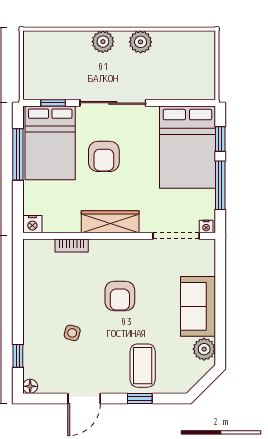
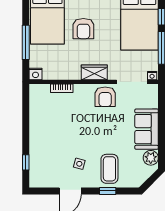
window: (18, 154) -> (26, 42), moved
wardrobe: (110, 222) -> (94, 72), width x0.67
armchair: (120, 296) -> (105, 97), moved
side table: (72, 333) -> (79, 164), moved
floor lamp: (30, 386) -> (34, 183), removed

